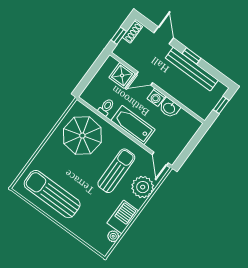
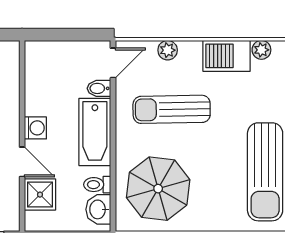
washbasin: (169, 108) -> (98, 209), moved, turned 180
bidet: (153, 143) -> (99, 88), added
plant: (143, 187) -> (168, 50), width x0.53, depth x0.53

